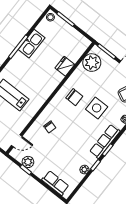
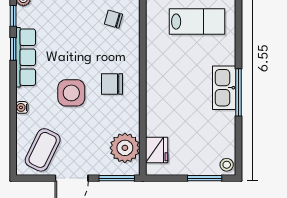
kitchen sink: (32, 44) -> (224, 88), moved
fridge: (65, 66) -> (157, 150), moved

